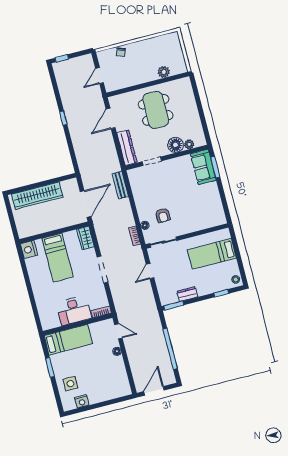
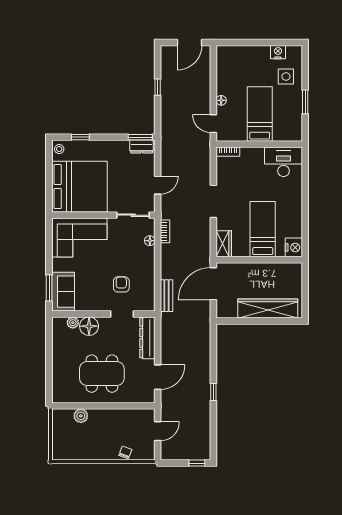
dining table: (156, 110) -> (102, 374), turned 90
corner sofa: (201, 213) -> (79, 238), added
armchair: (163, 215) -> (121, 284), moved
bed: (212, 254) -> (80, 187), width x2.04
dresser: (187, 294) -> (142, 147), moved
desk: (74, 310) -> (284, 162), moved
bed: (68, 340) -> (260, 114), moved, turned 90
window: (170, 349) -> (158, 87), width x0.32

